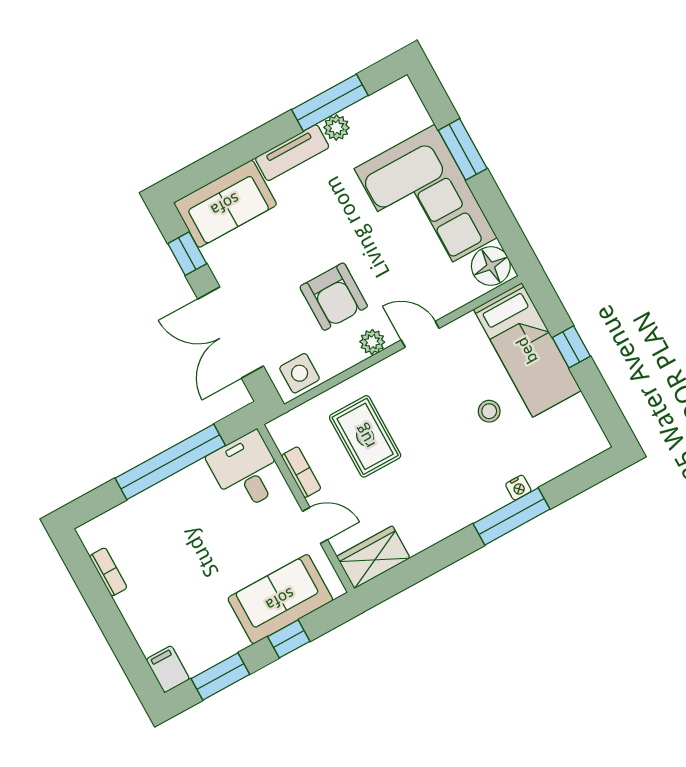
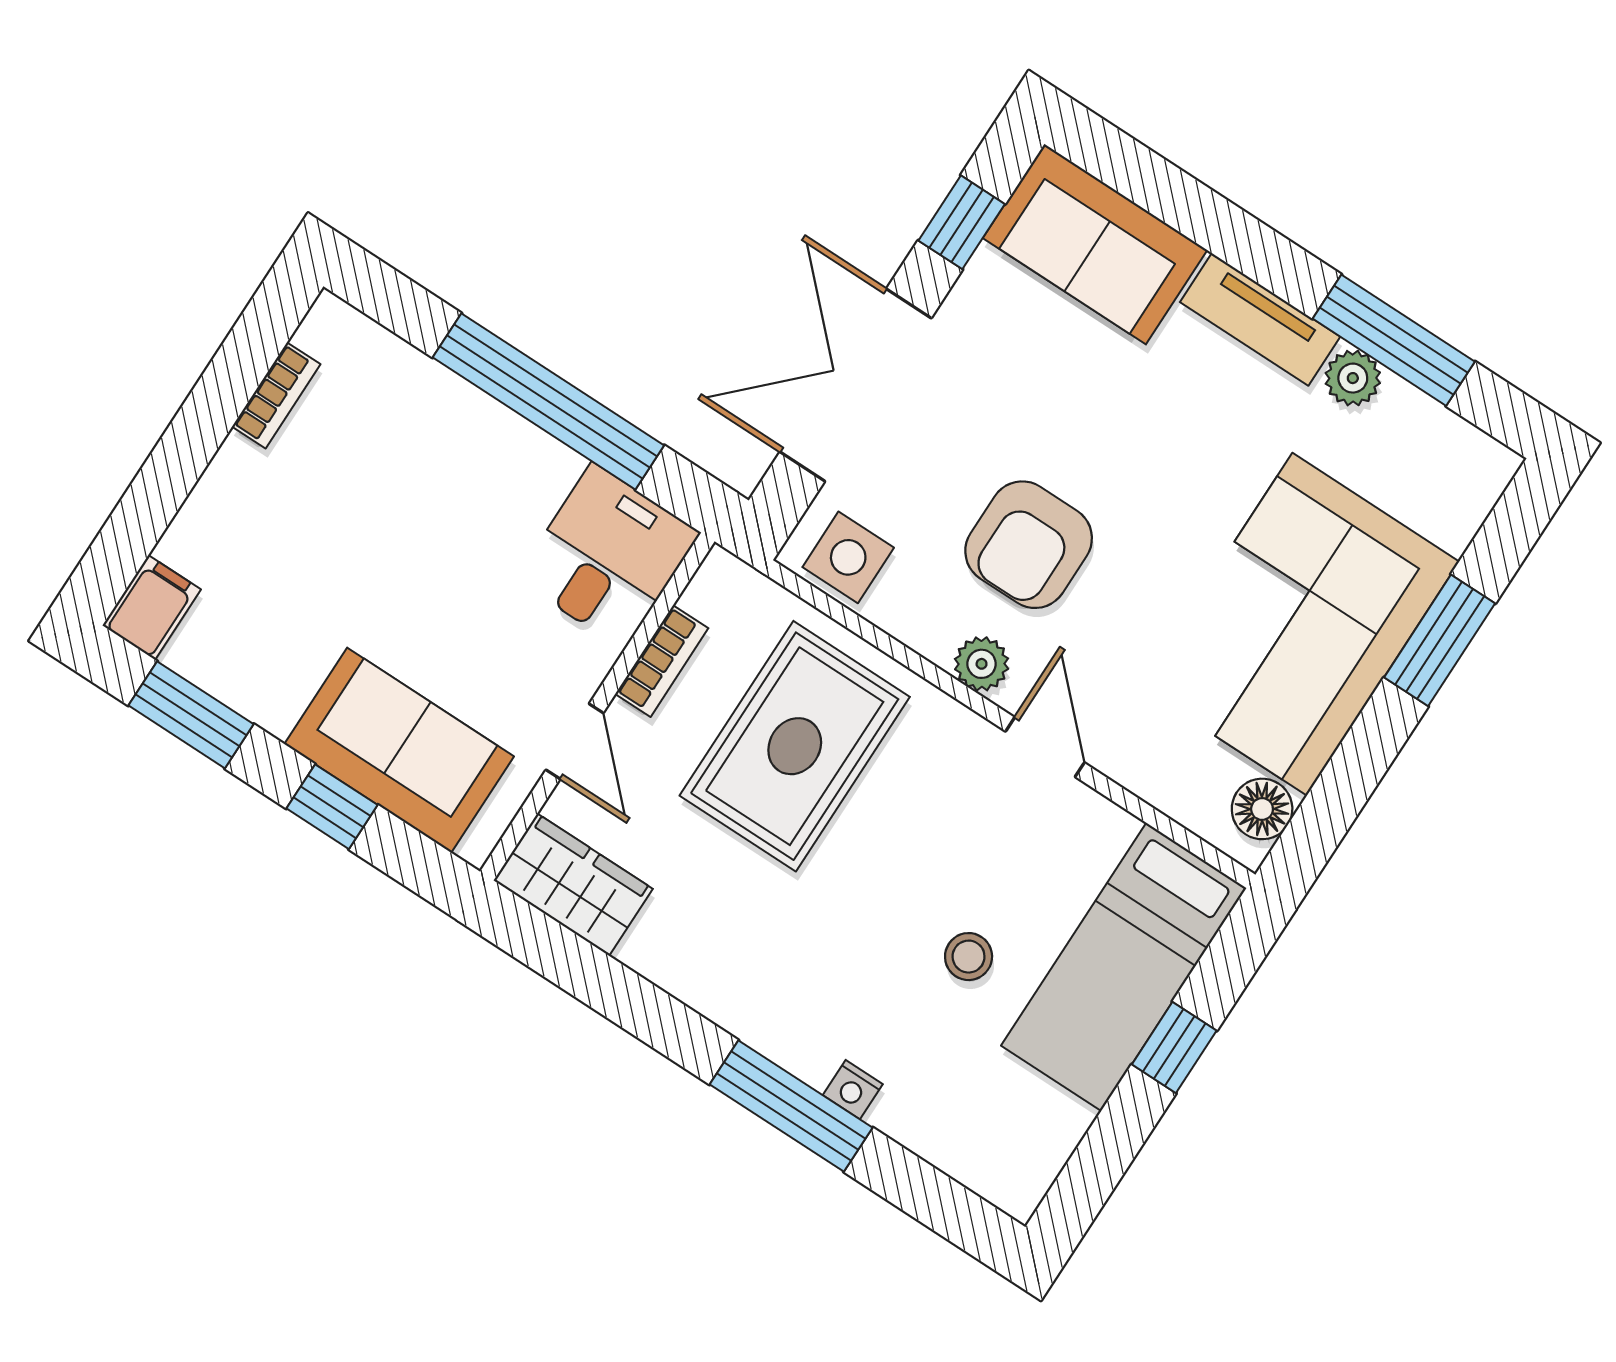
floor lamp: (491, 266) -> (1262, 809), width x0.73, depth x0.73
rug: (365, 436) -> (795, 746), width x1.36, depth x1.43

